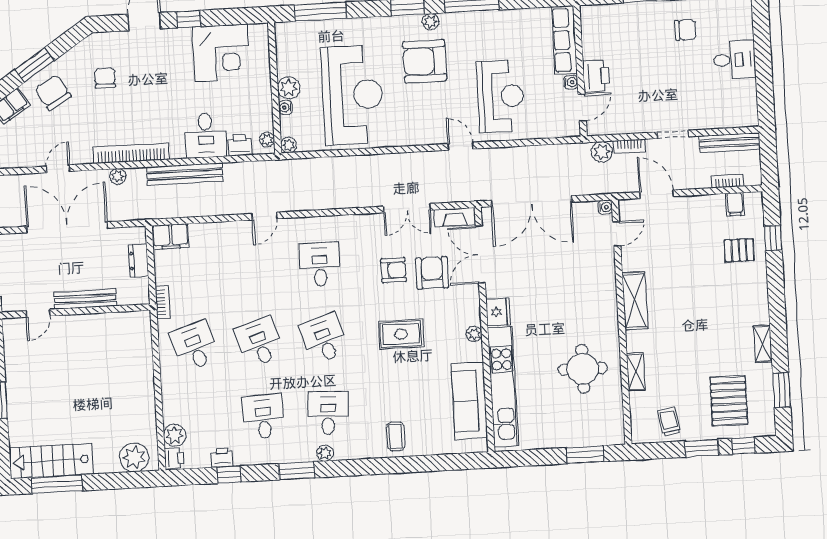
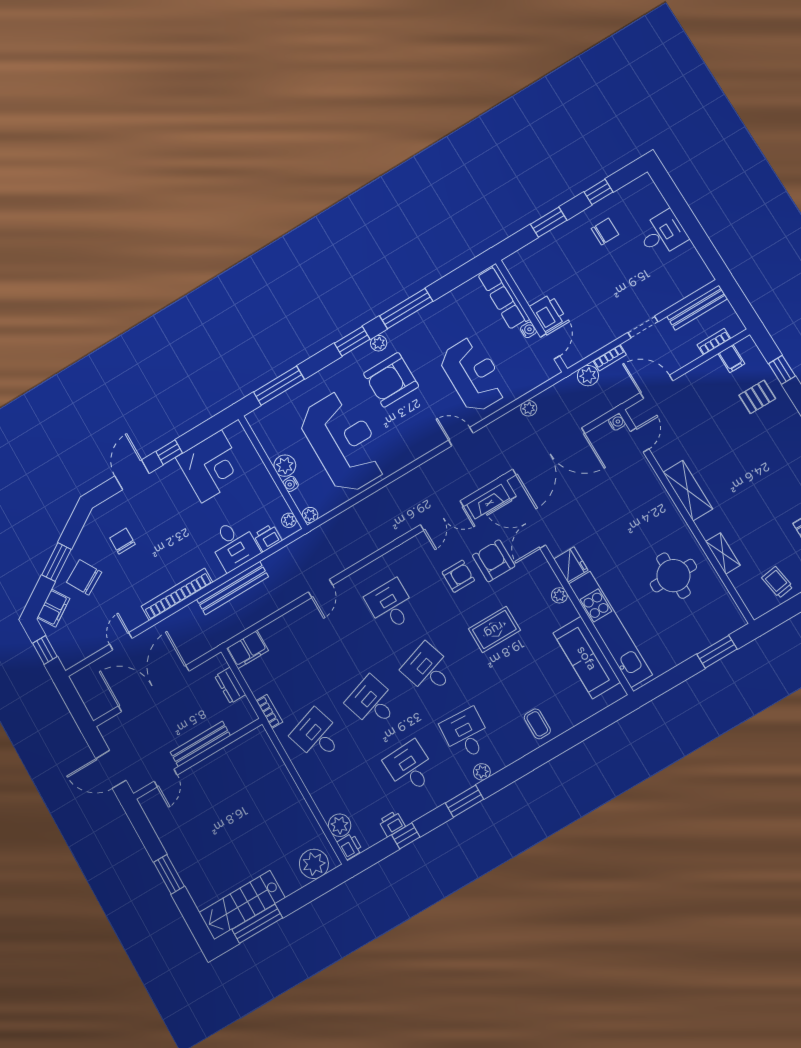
plant: (118, 176) -> (529, 408), moved

